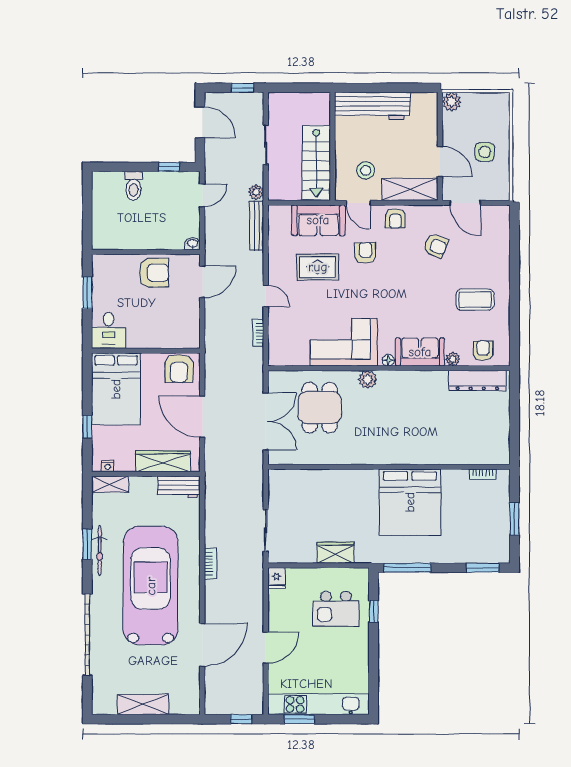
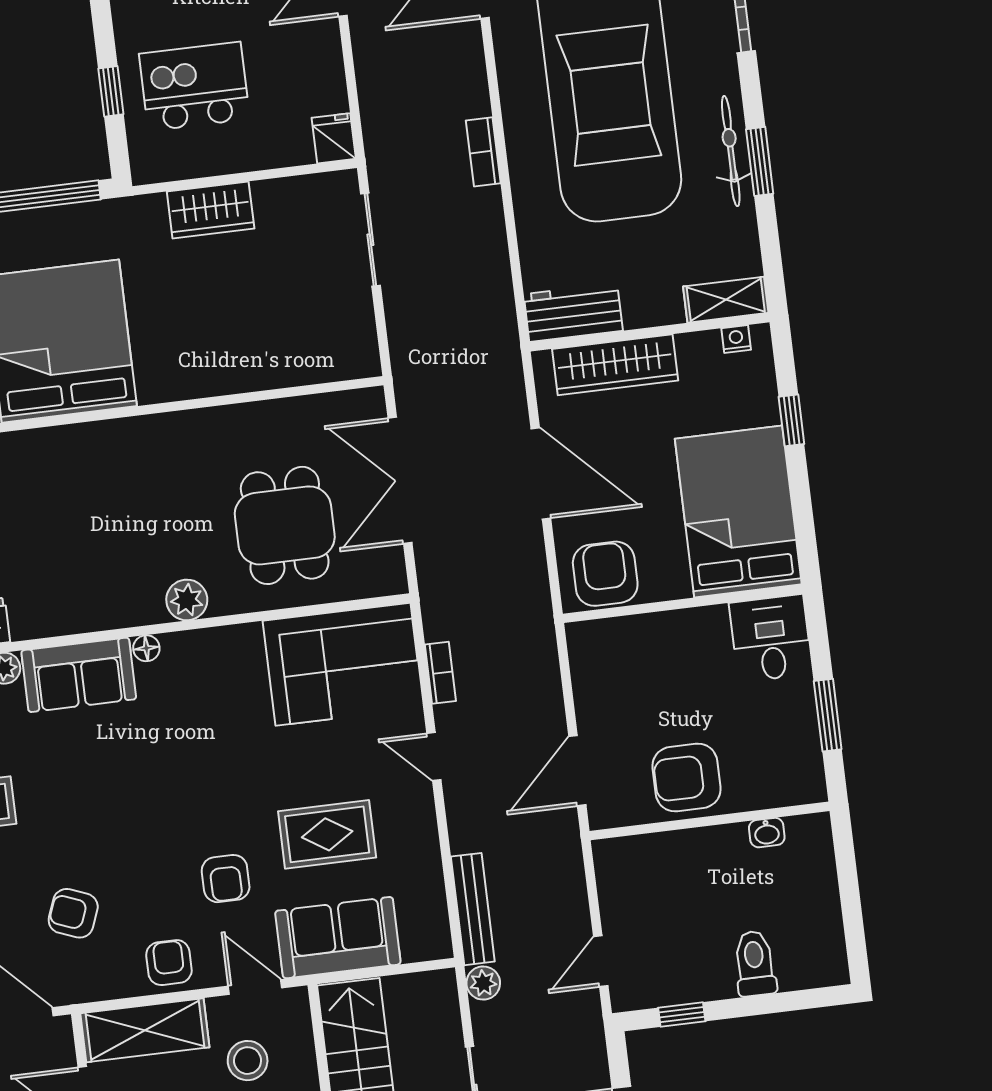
washbasin: (192, 244) -> (767, 833), moved
corner sofa: (344, 342) -> (343, 664), moved

